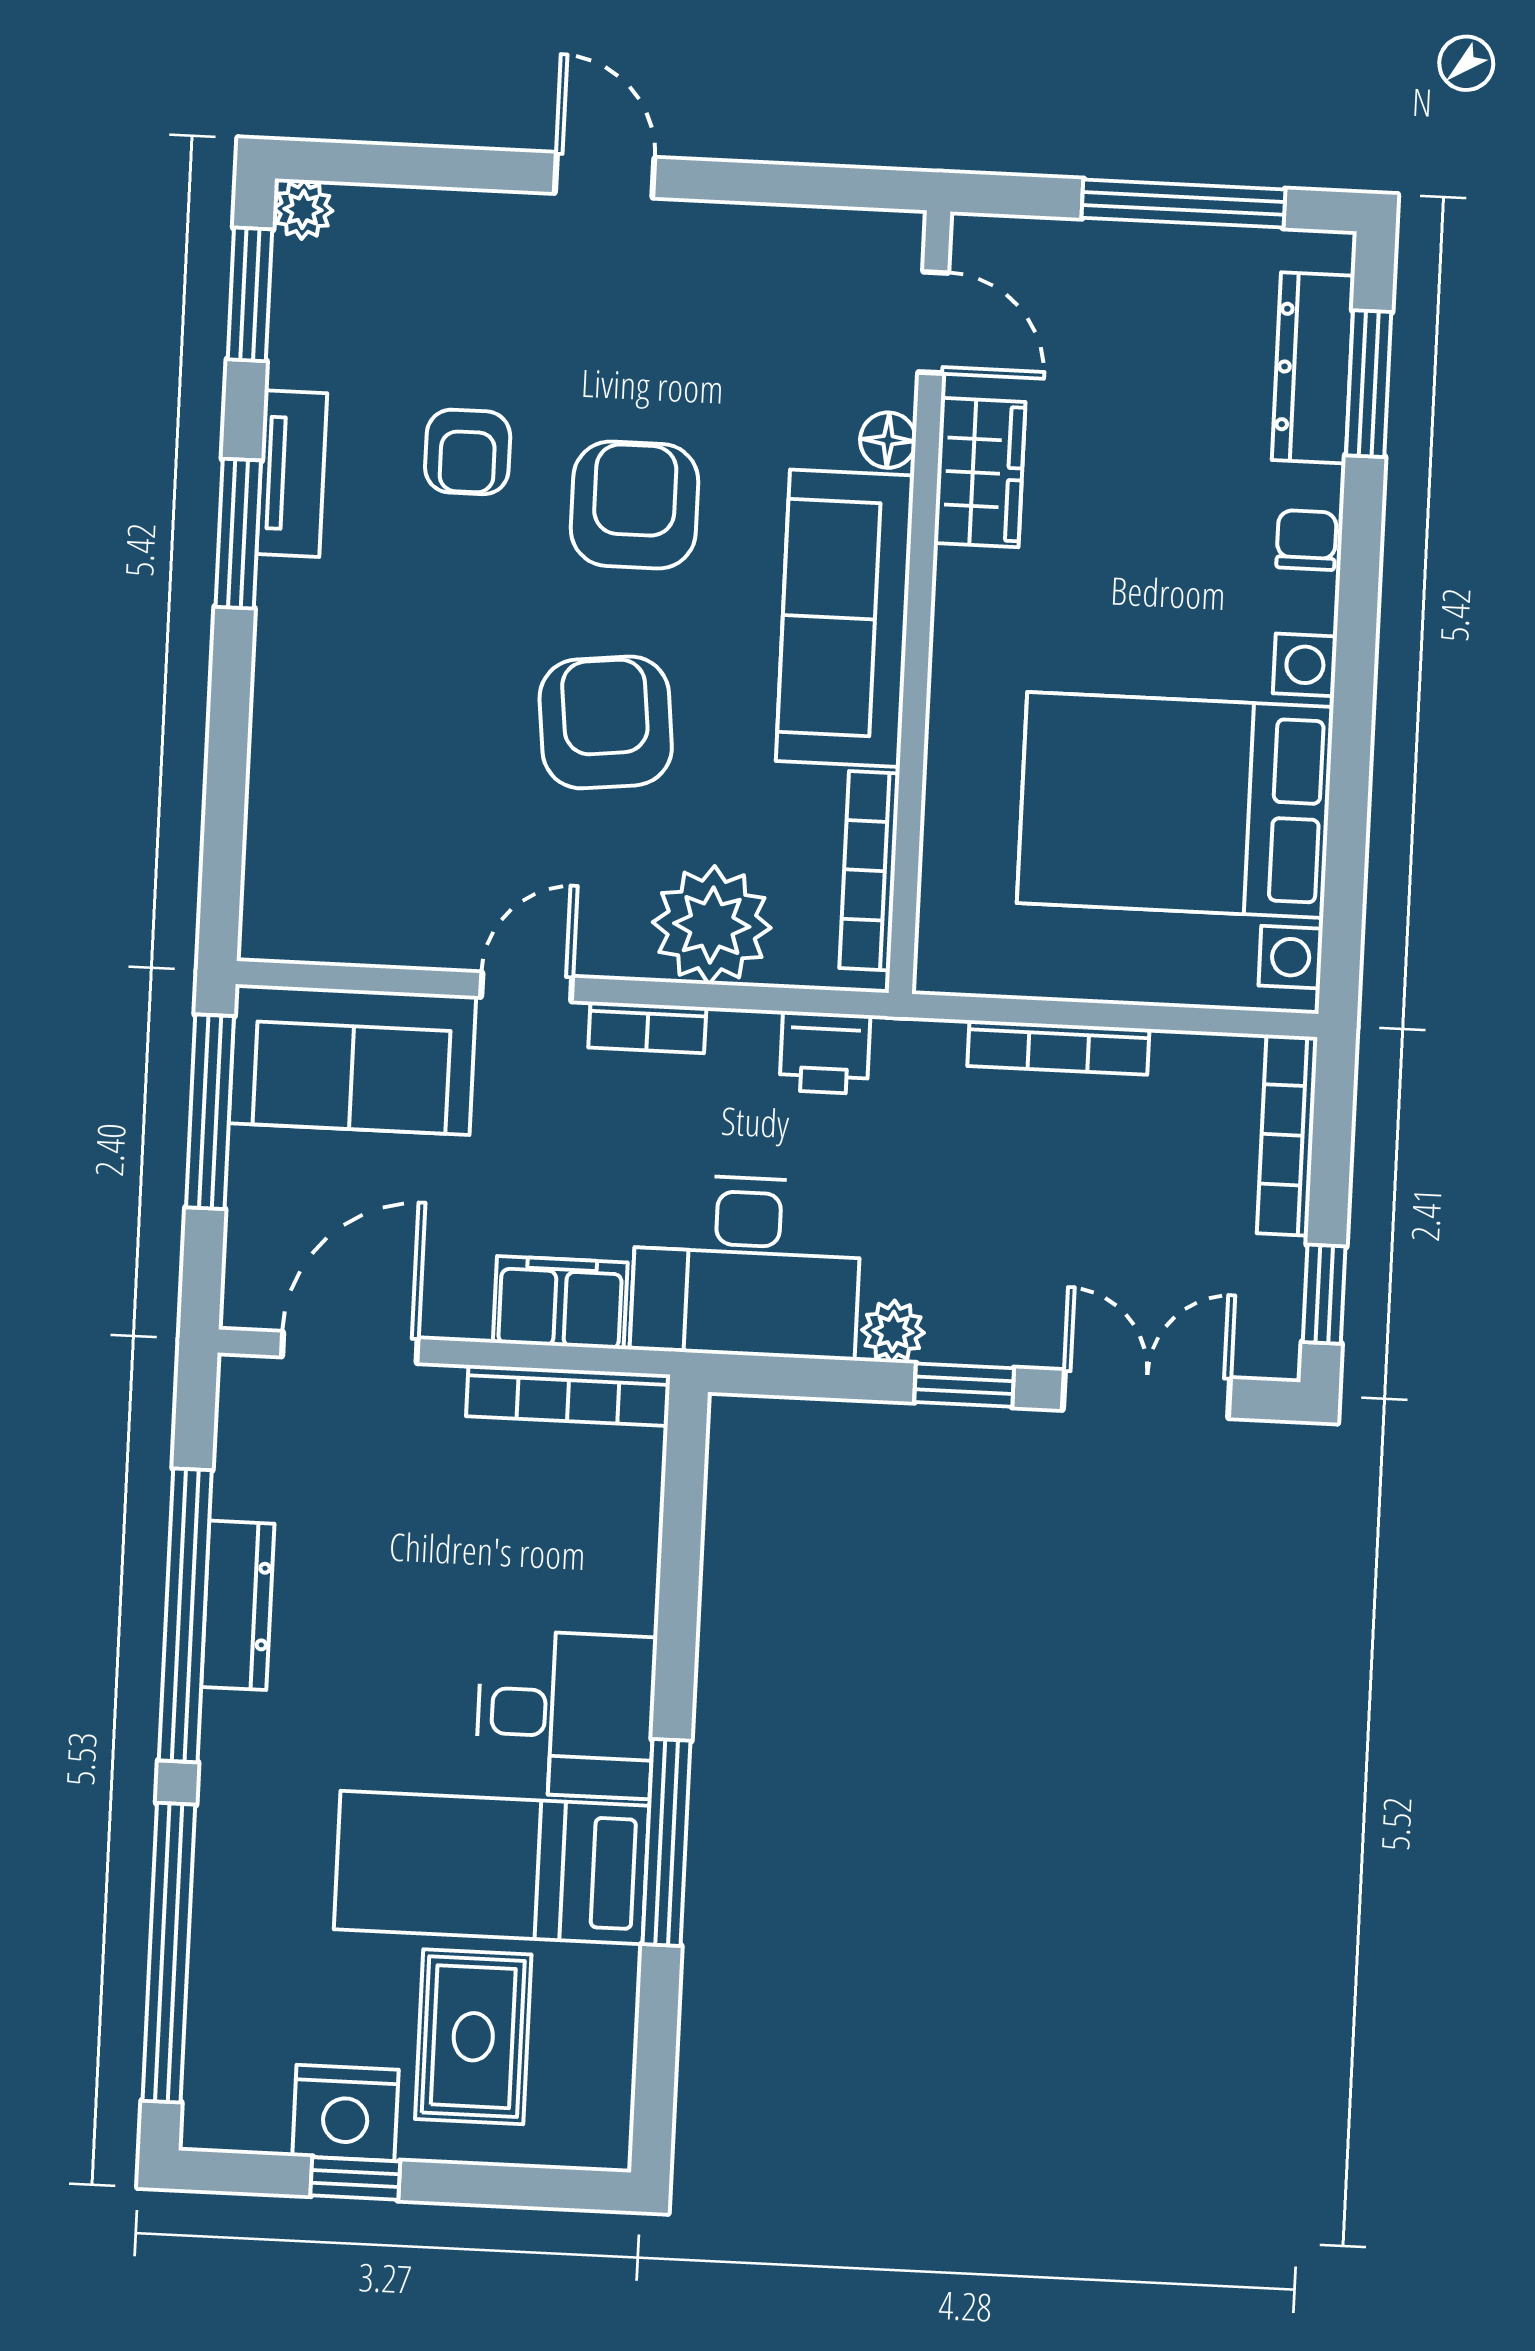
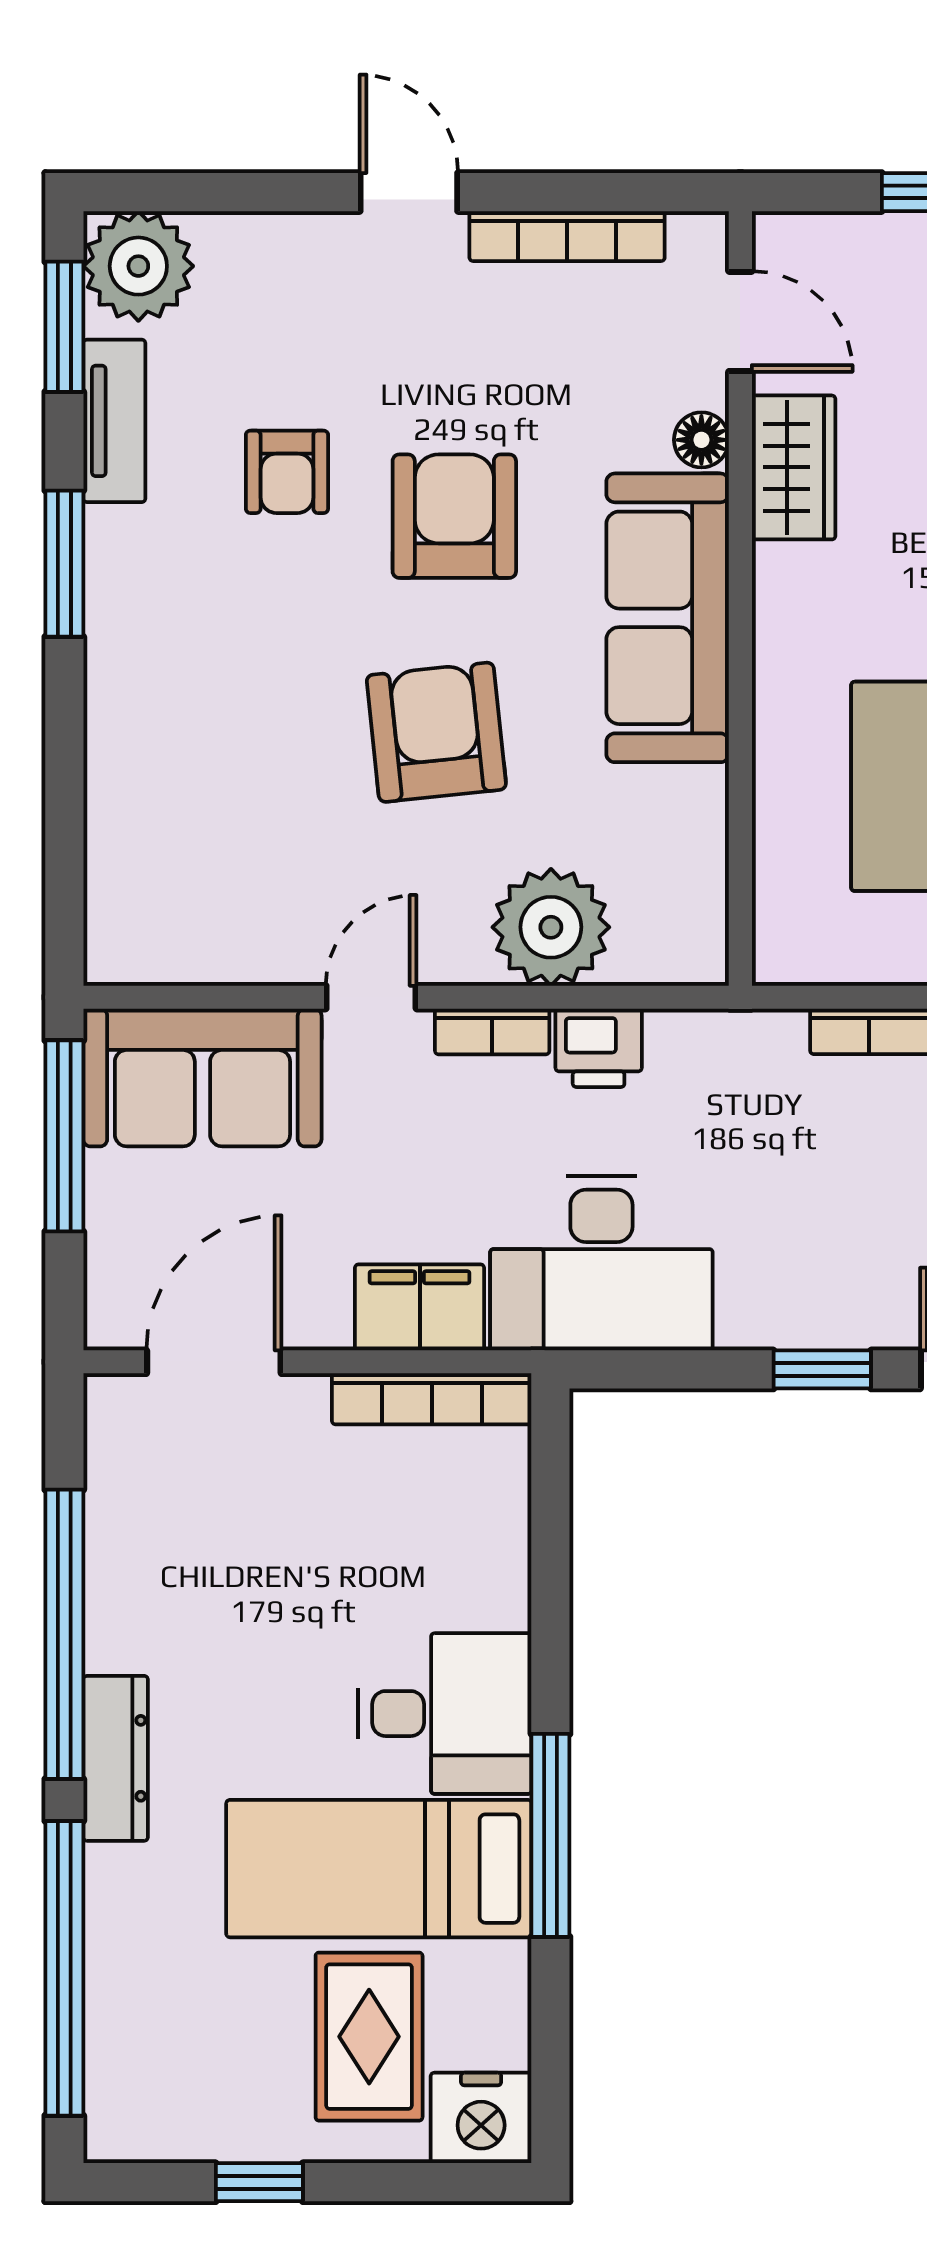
plant: (303, 209) -> (138, 266), width x1.88, depth x1.88
tv unit: (292, 474) -> (114, 421), moved
bookcase: (869, 871) -> (567, 236), moved, turned -90
printer: (825, 1053) -> (599, 1048), moved
plant: (893, 1331) -> (749, 1320), removed
dresser: (238, 1605) -> (116, 1758), moved
nightstand: (345, 2113) -> (481, 2118), moved

